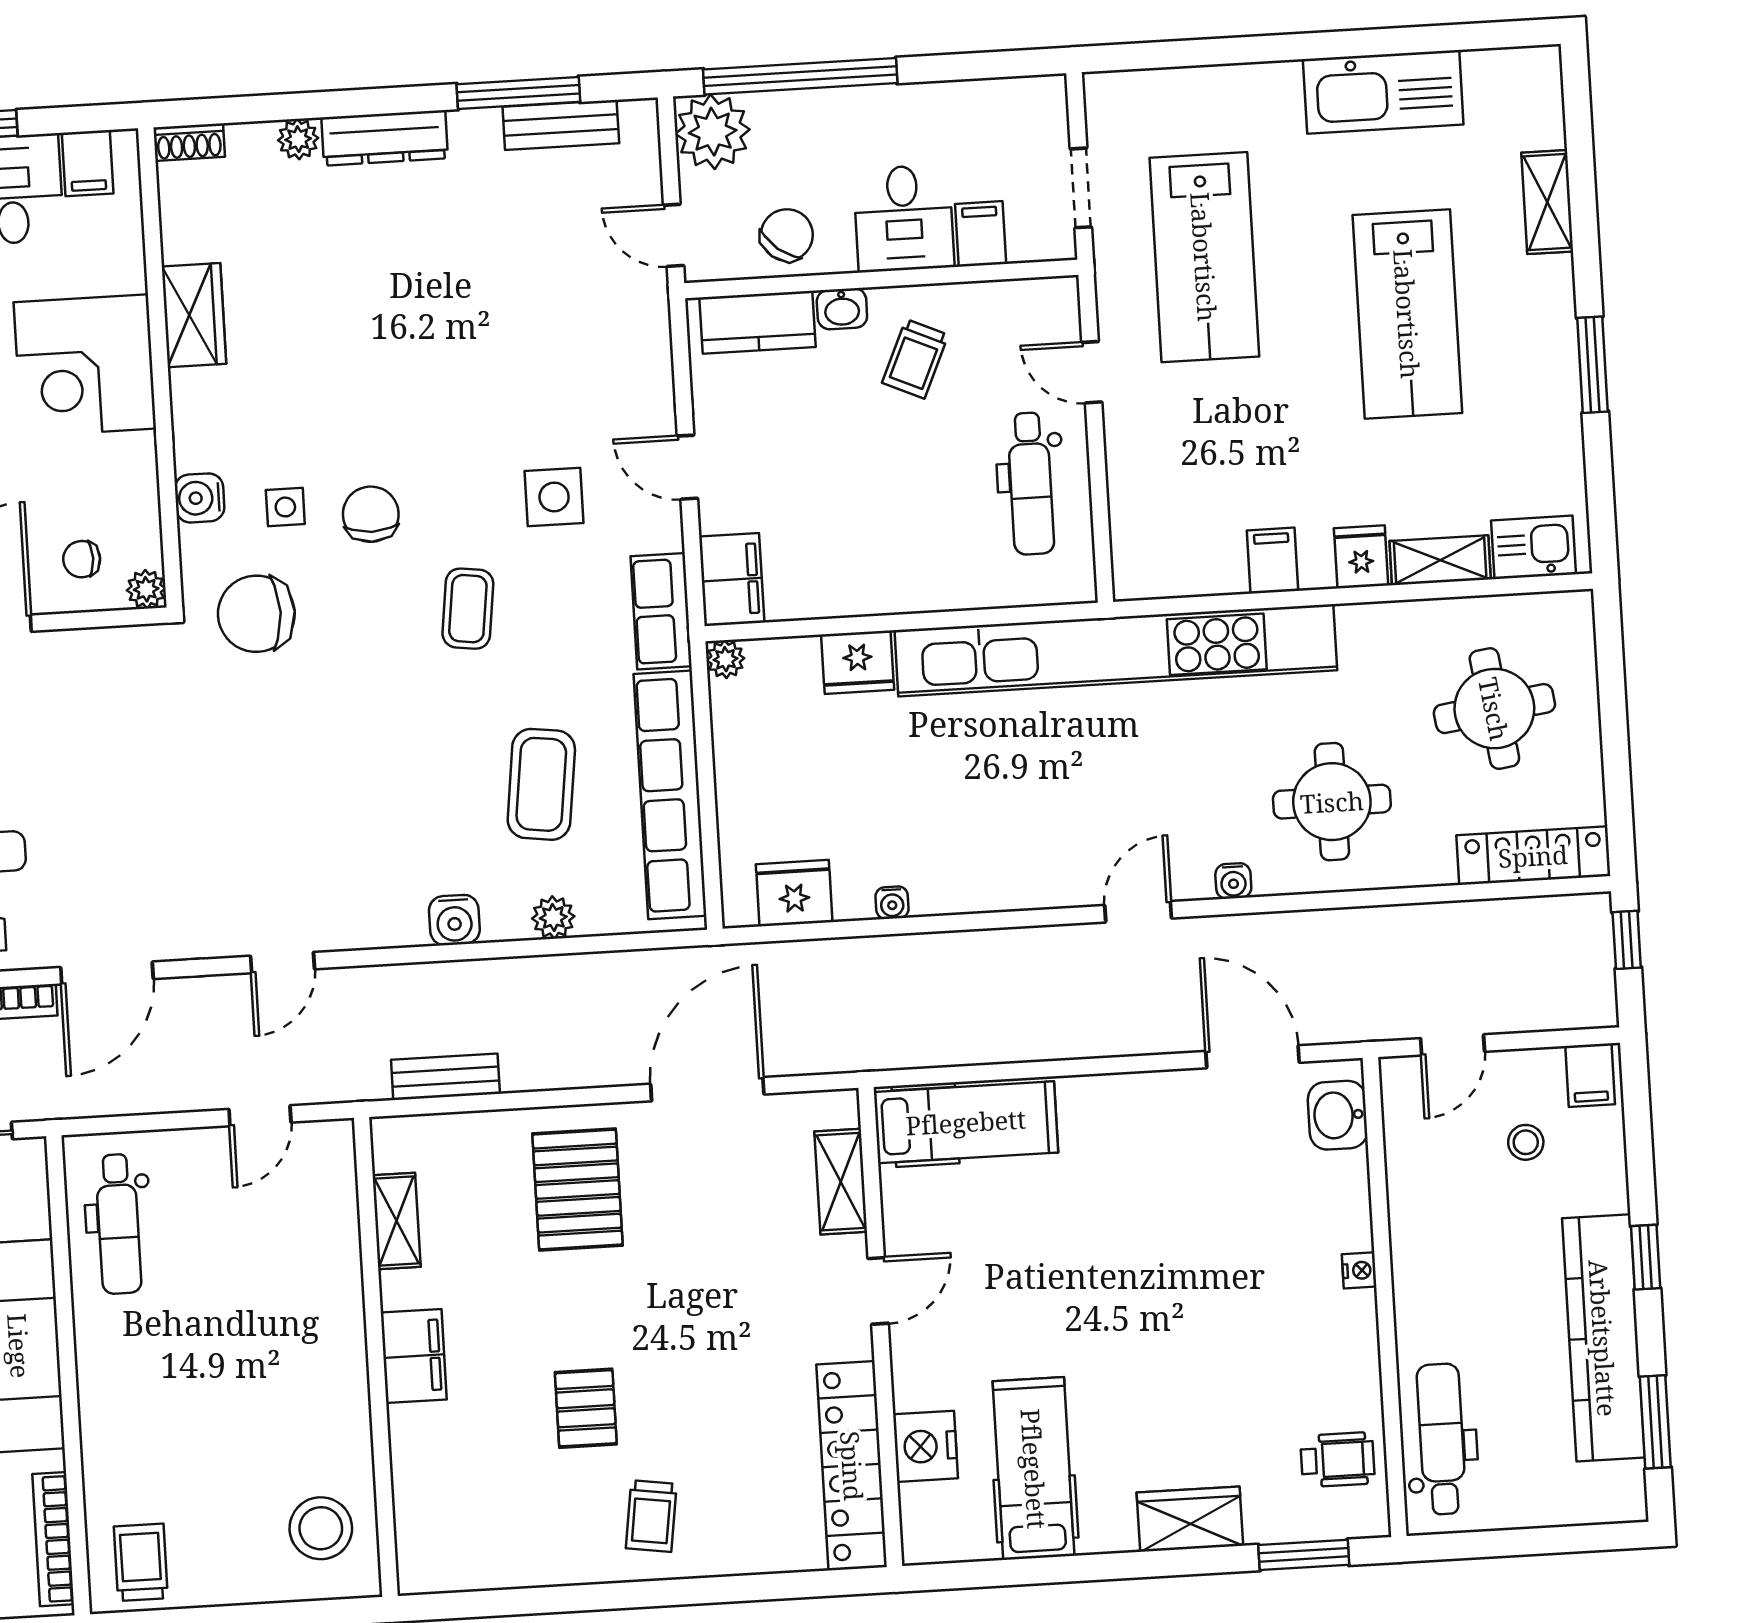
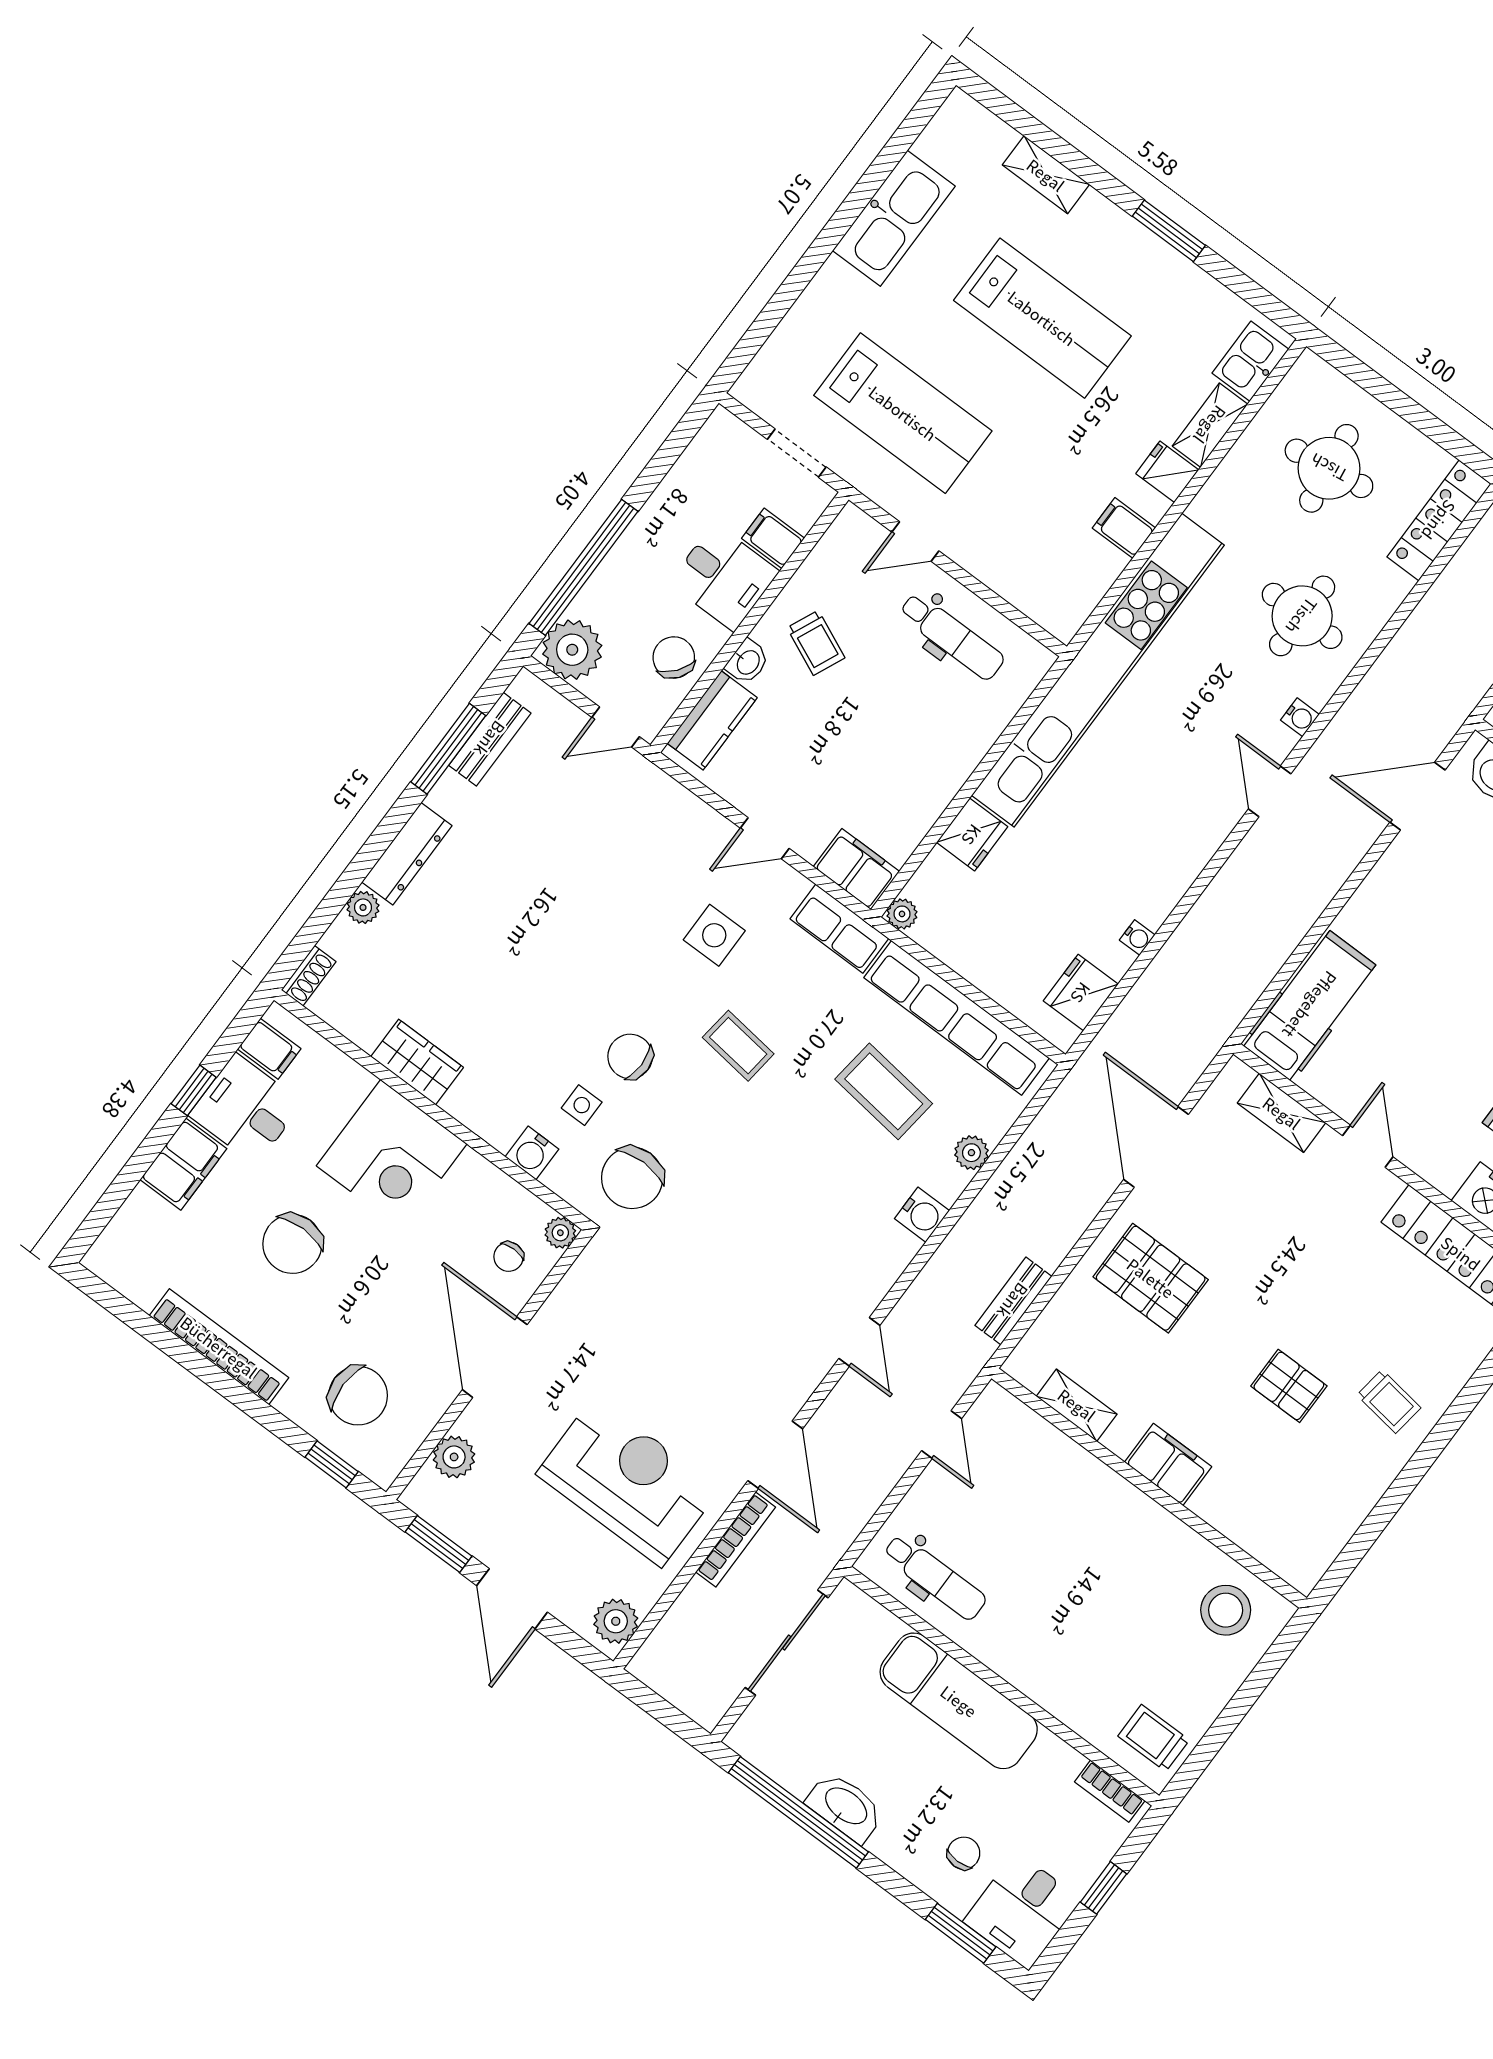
bookcase: (53, 1539) -> (1110, 1791), width x0.64

